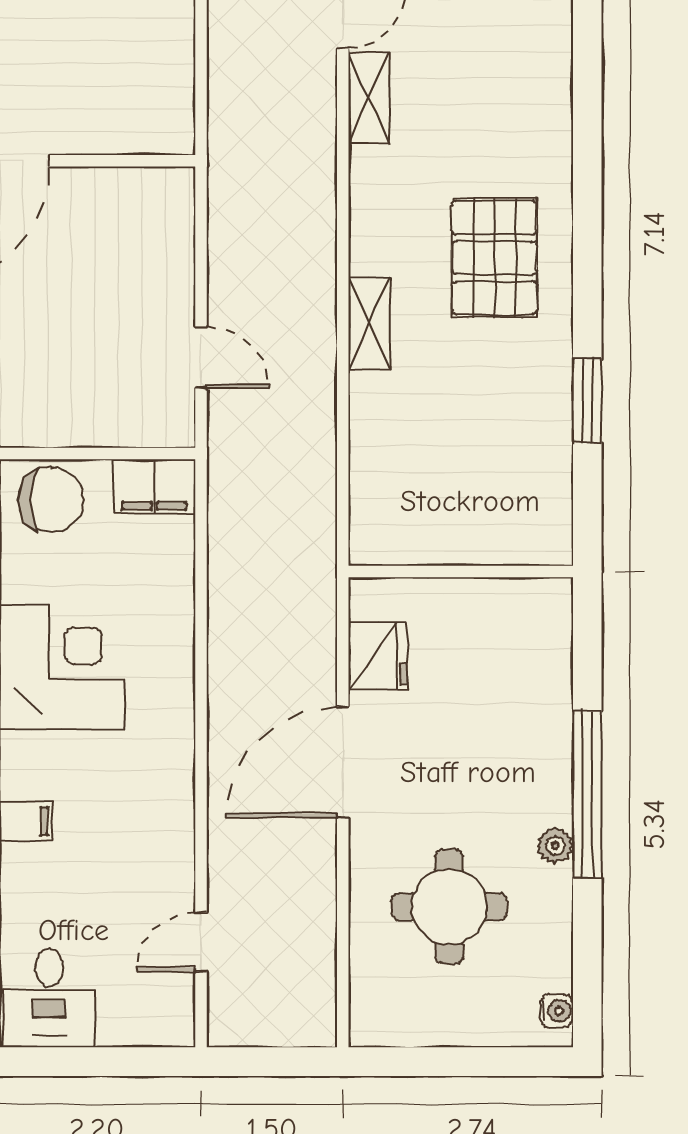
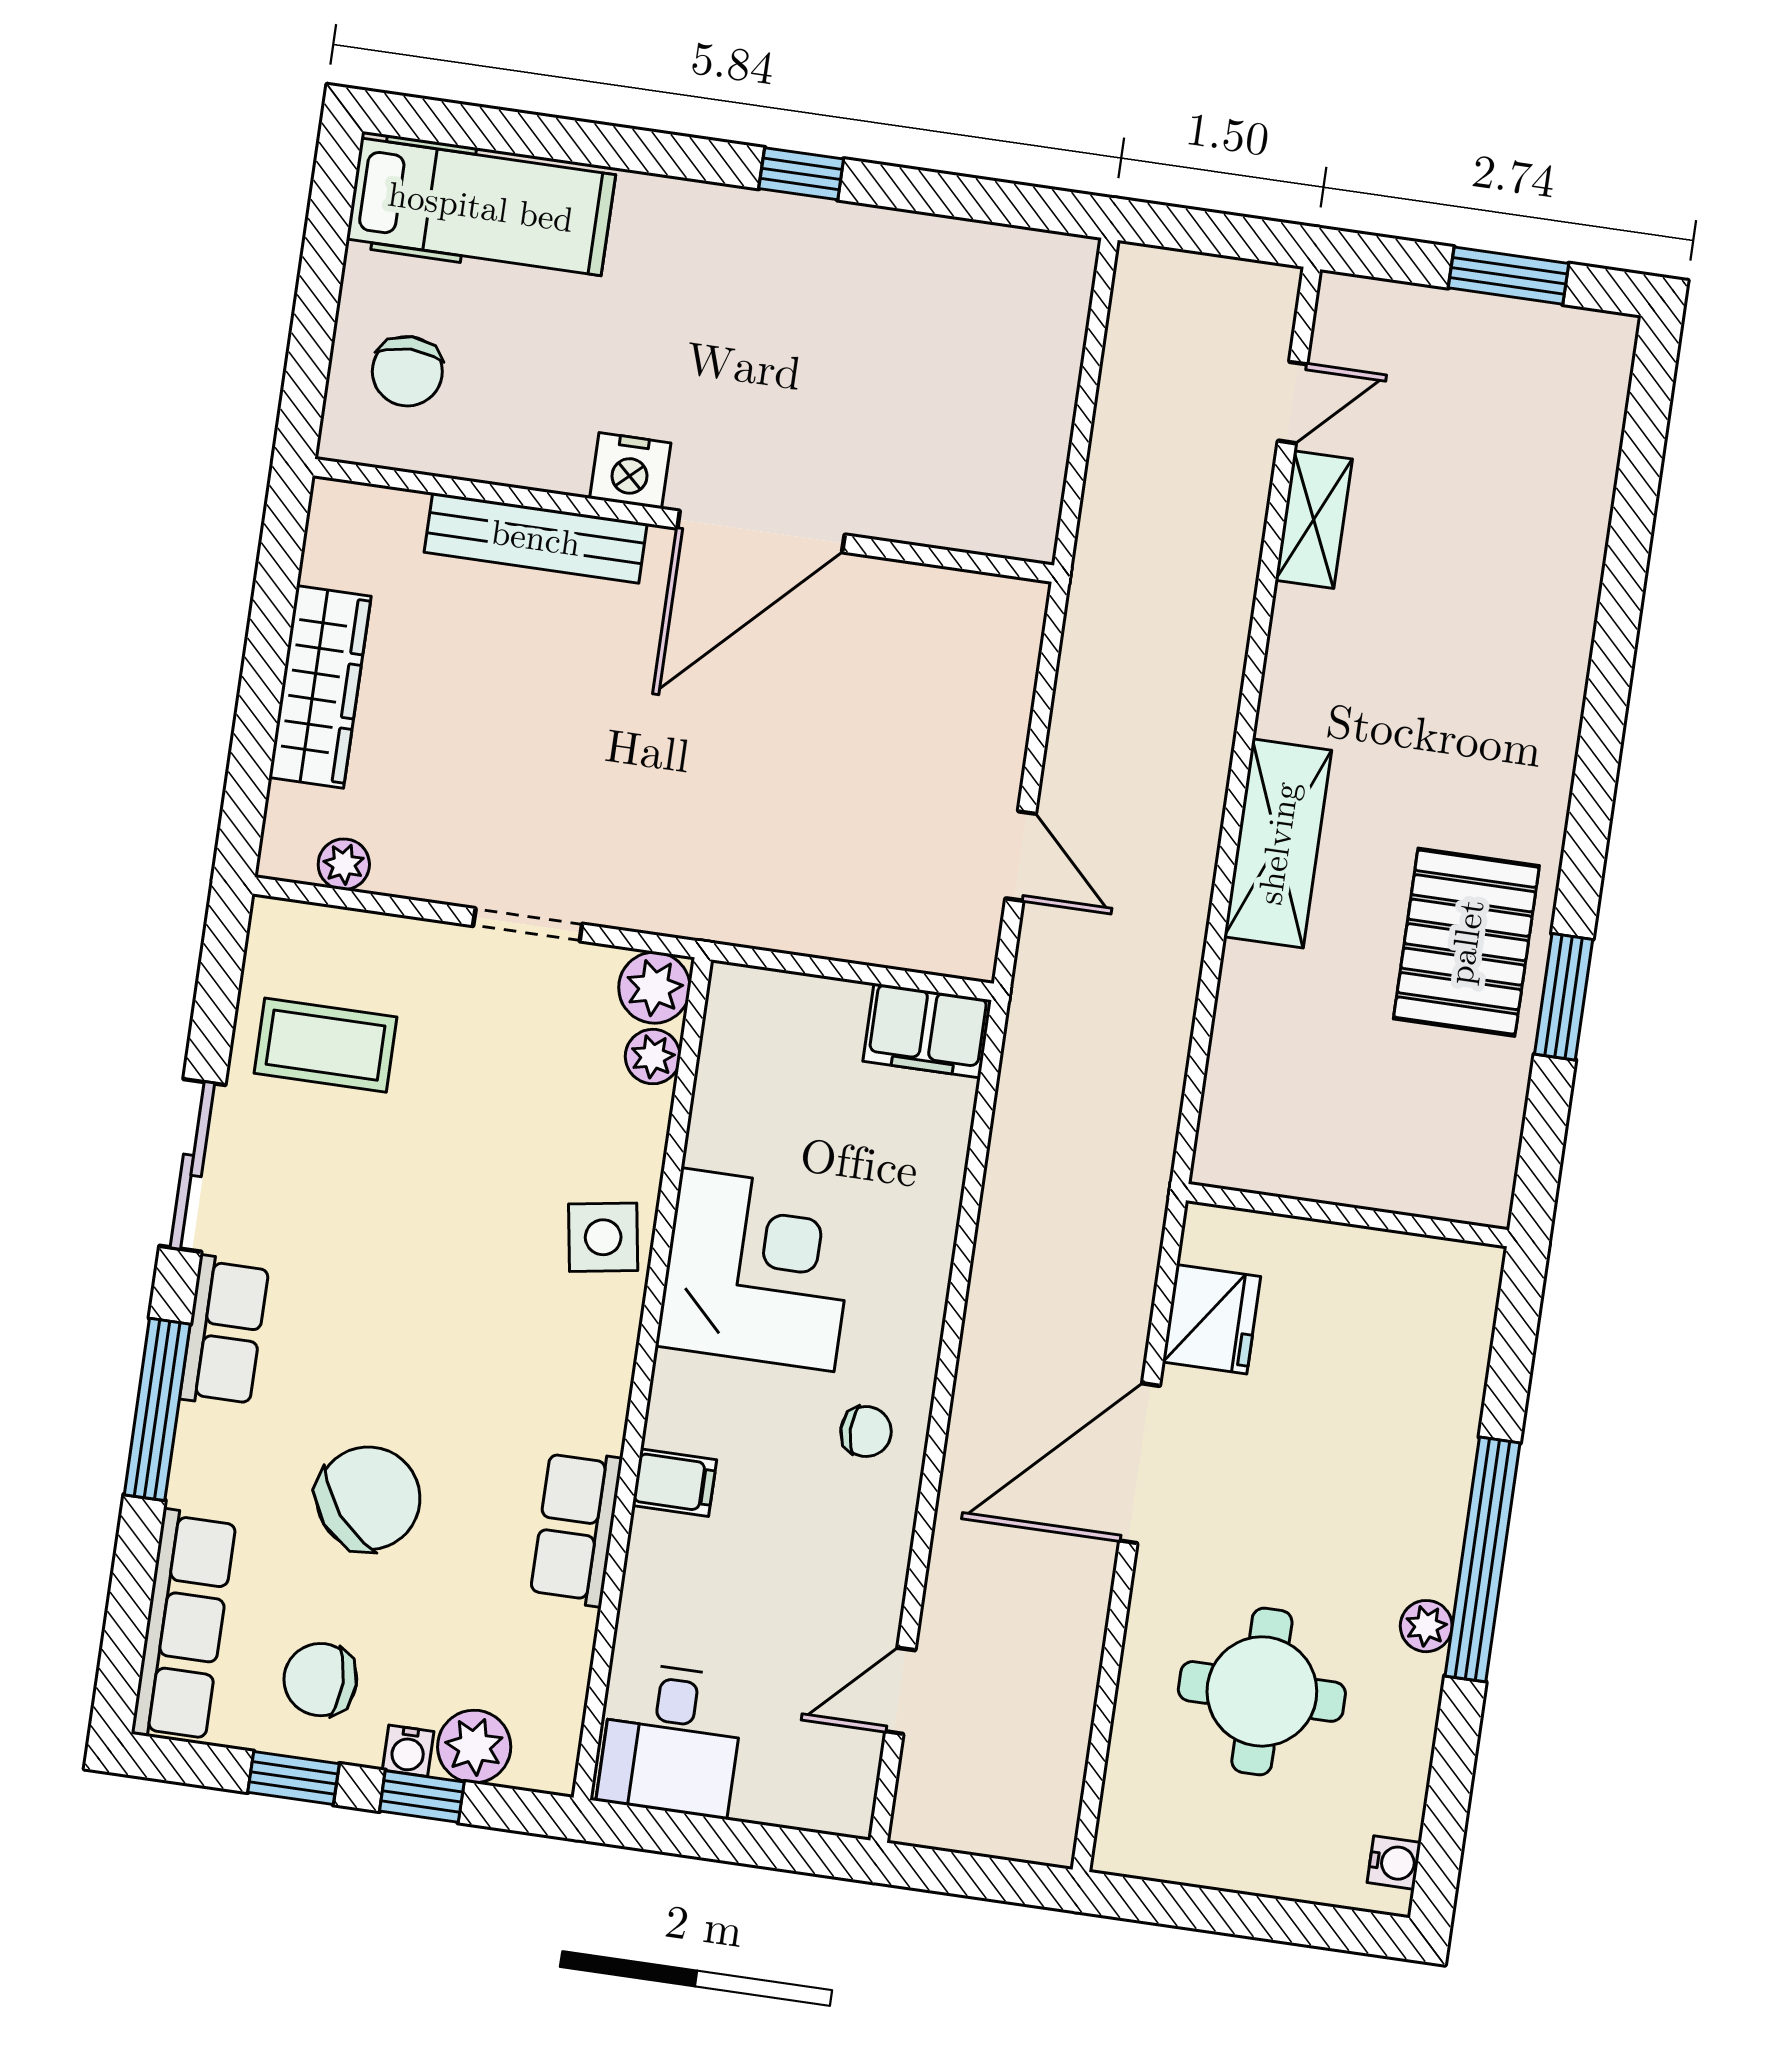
pallet: (494, 258) -> (1466, 942), moved
shelving: (369, 324) -> (1278, 843), width x1.50, depth x1.33
chair: (51, 500) -> (866, 1431), moved, width x0.54, depth x0.54

